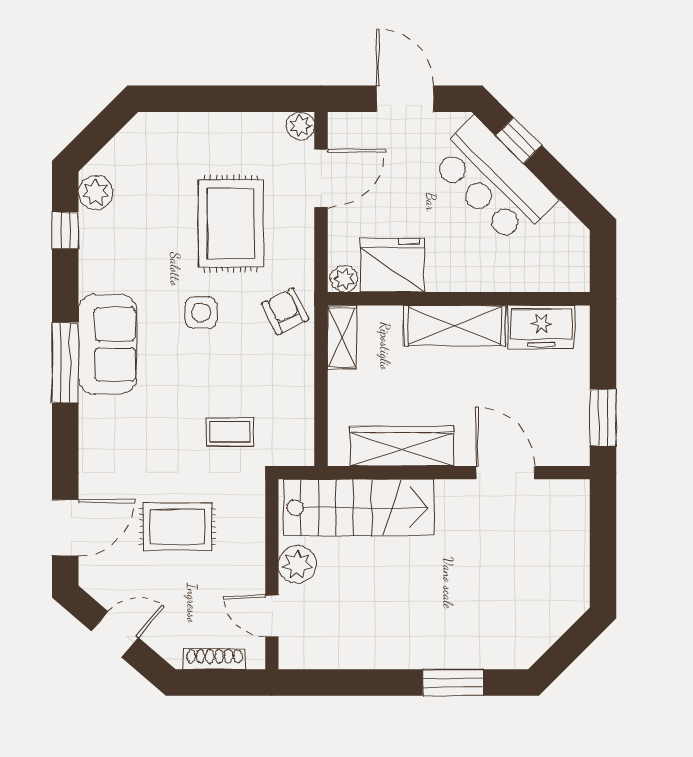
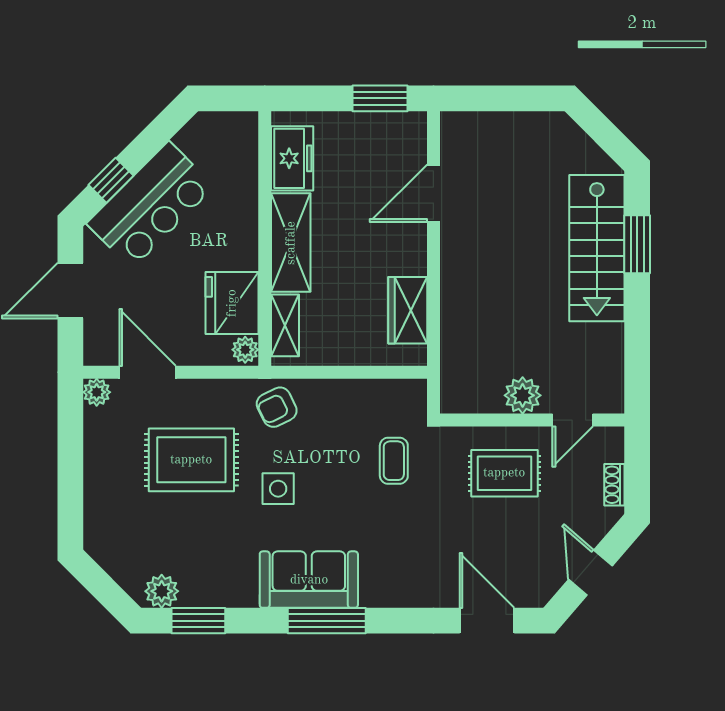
window: (65, 231) -> (198, 621), width x1.50
shelving: (342, 337) -> (285, 325), moved, turned 90
wardrobe: (402, 446) -> (408, 310), width x0.67
stairs: (359, 508) -> (597, 248), moved, turned 180
rug: (177, 527) -> (504, 473), moved, turned 90
shoe rack: (214, 659) -> (614, 485), width x0.70

